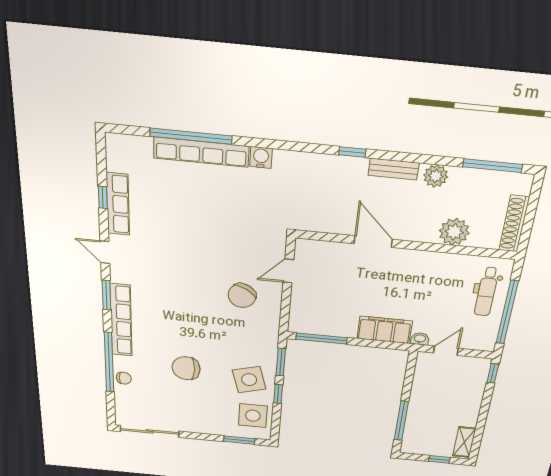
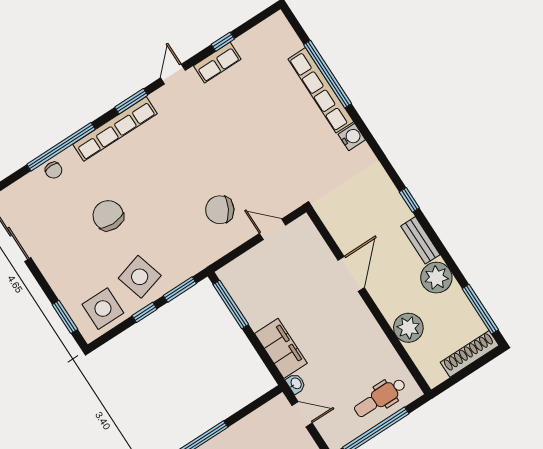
plant: (436, 176) -> (436, 278), width x1.36, depth x1.36
row of seats: (118, 204) -> (217, 63), width x0.68
shoe rack: (514, 224) -> (470, 354), moved

